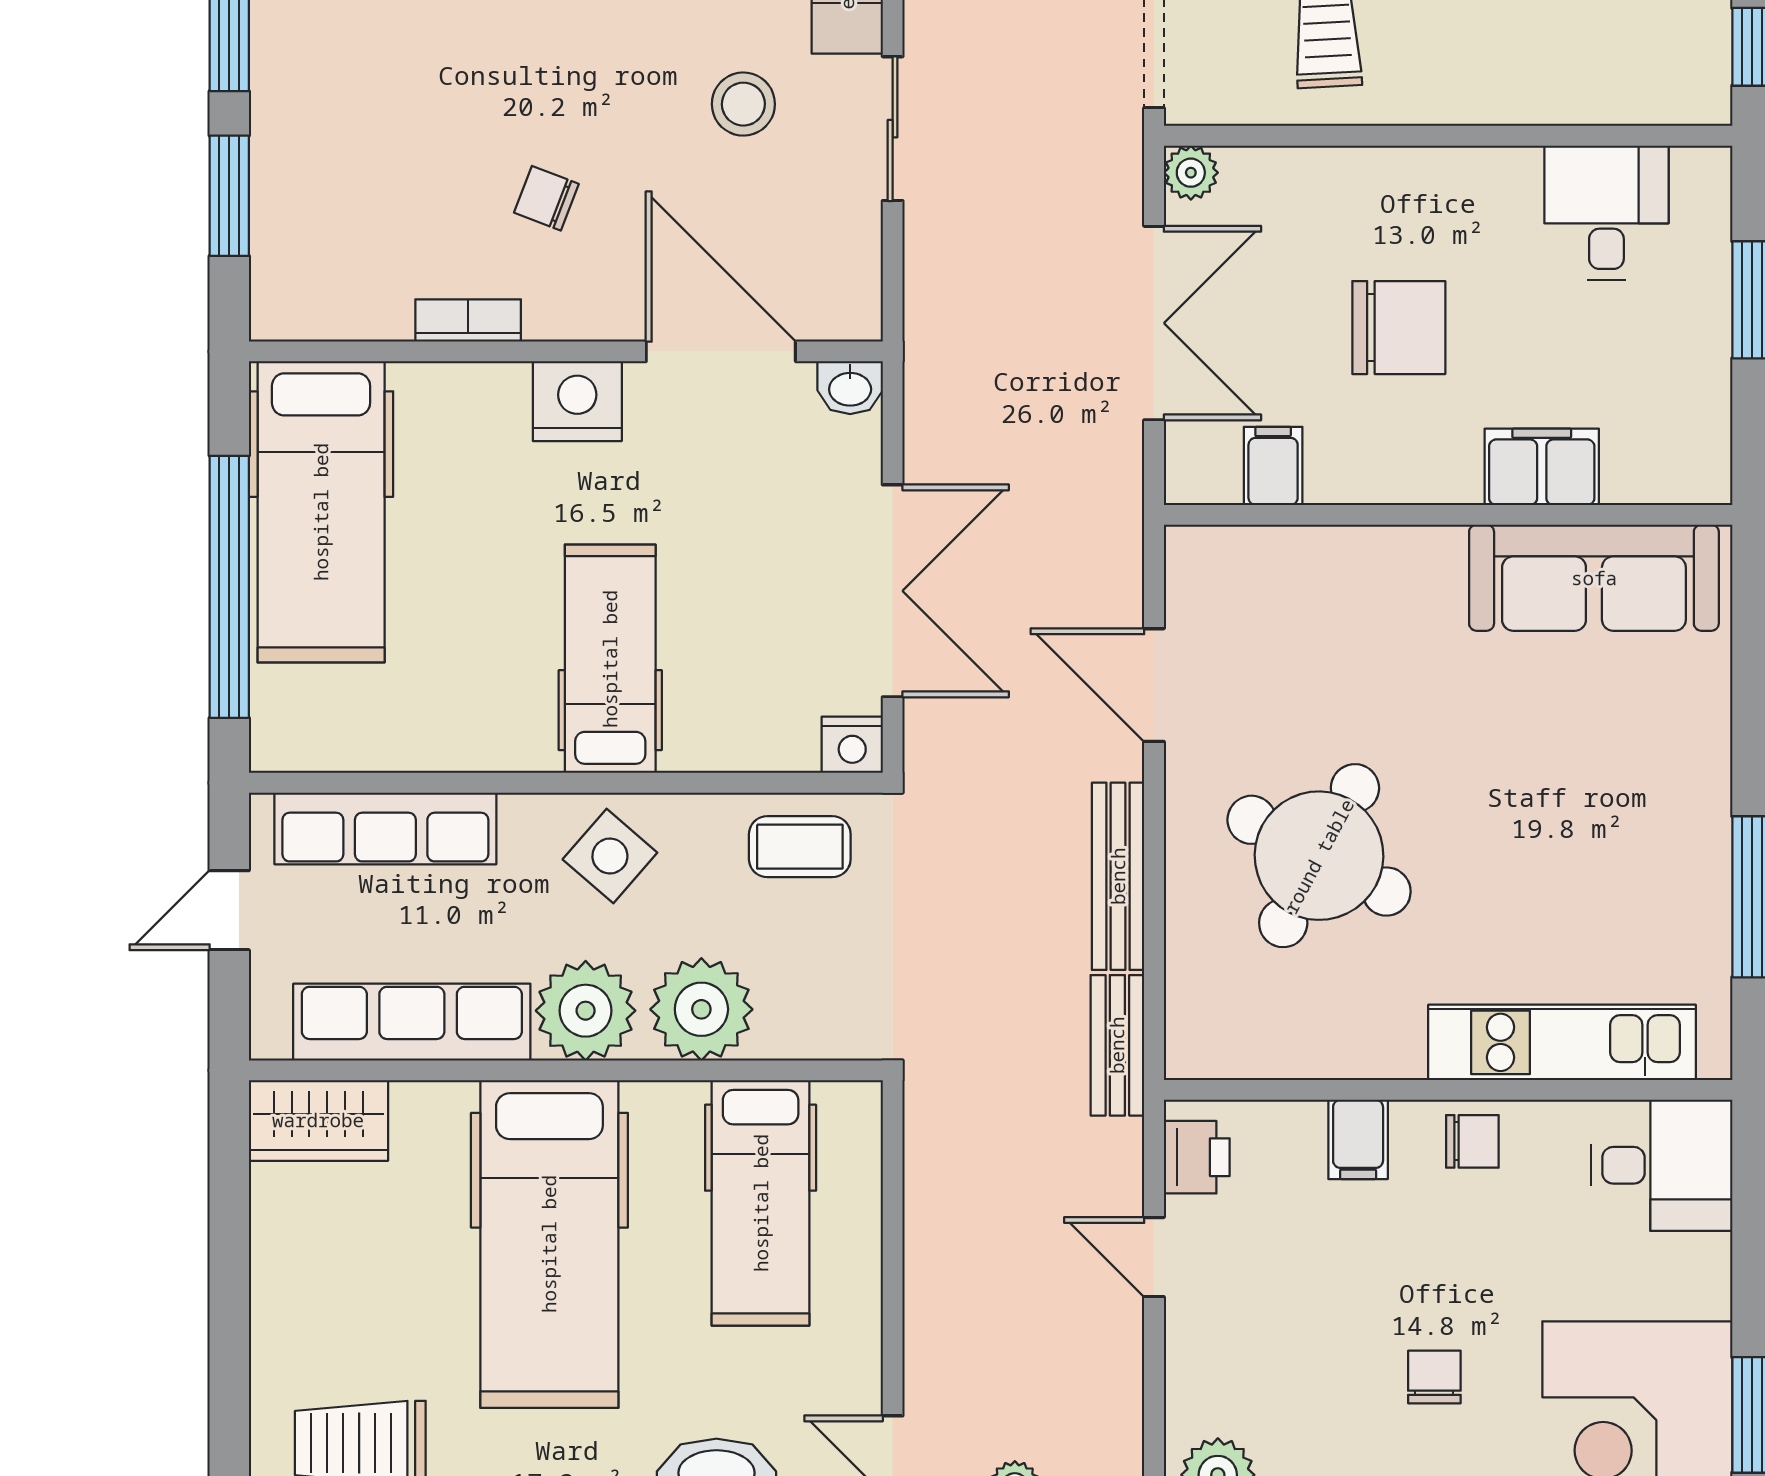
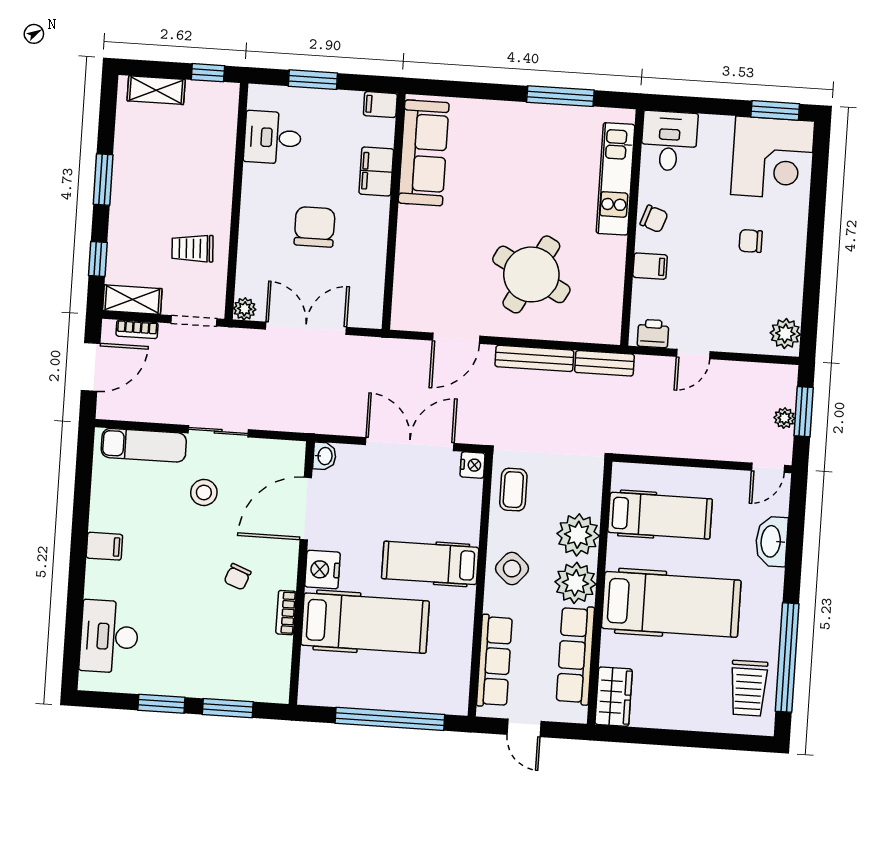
filing cabinet: (1273, 466) -> (380, 105), moved
hospital bed: (321, 512) -> (365, 623), moved
chair: (1472, 1141) -> (654, 219), turned 109

